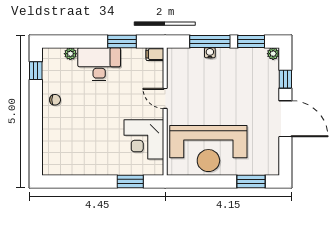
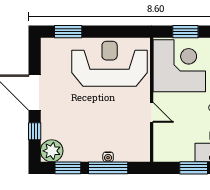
filing cabinet: (155, 54) -> (162, 156), removed
plant: (273, 54) -> (52, 151), width x1.88, depth x1.88
corner desk: (144, 139) -> (179, 66), width x1.36, depth x1.36

